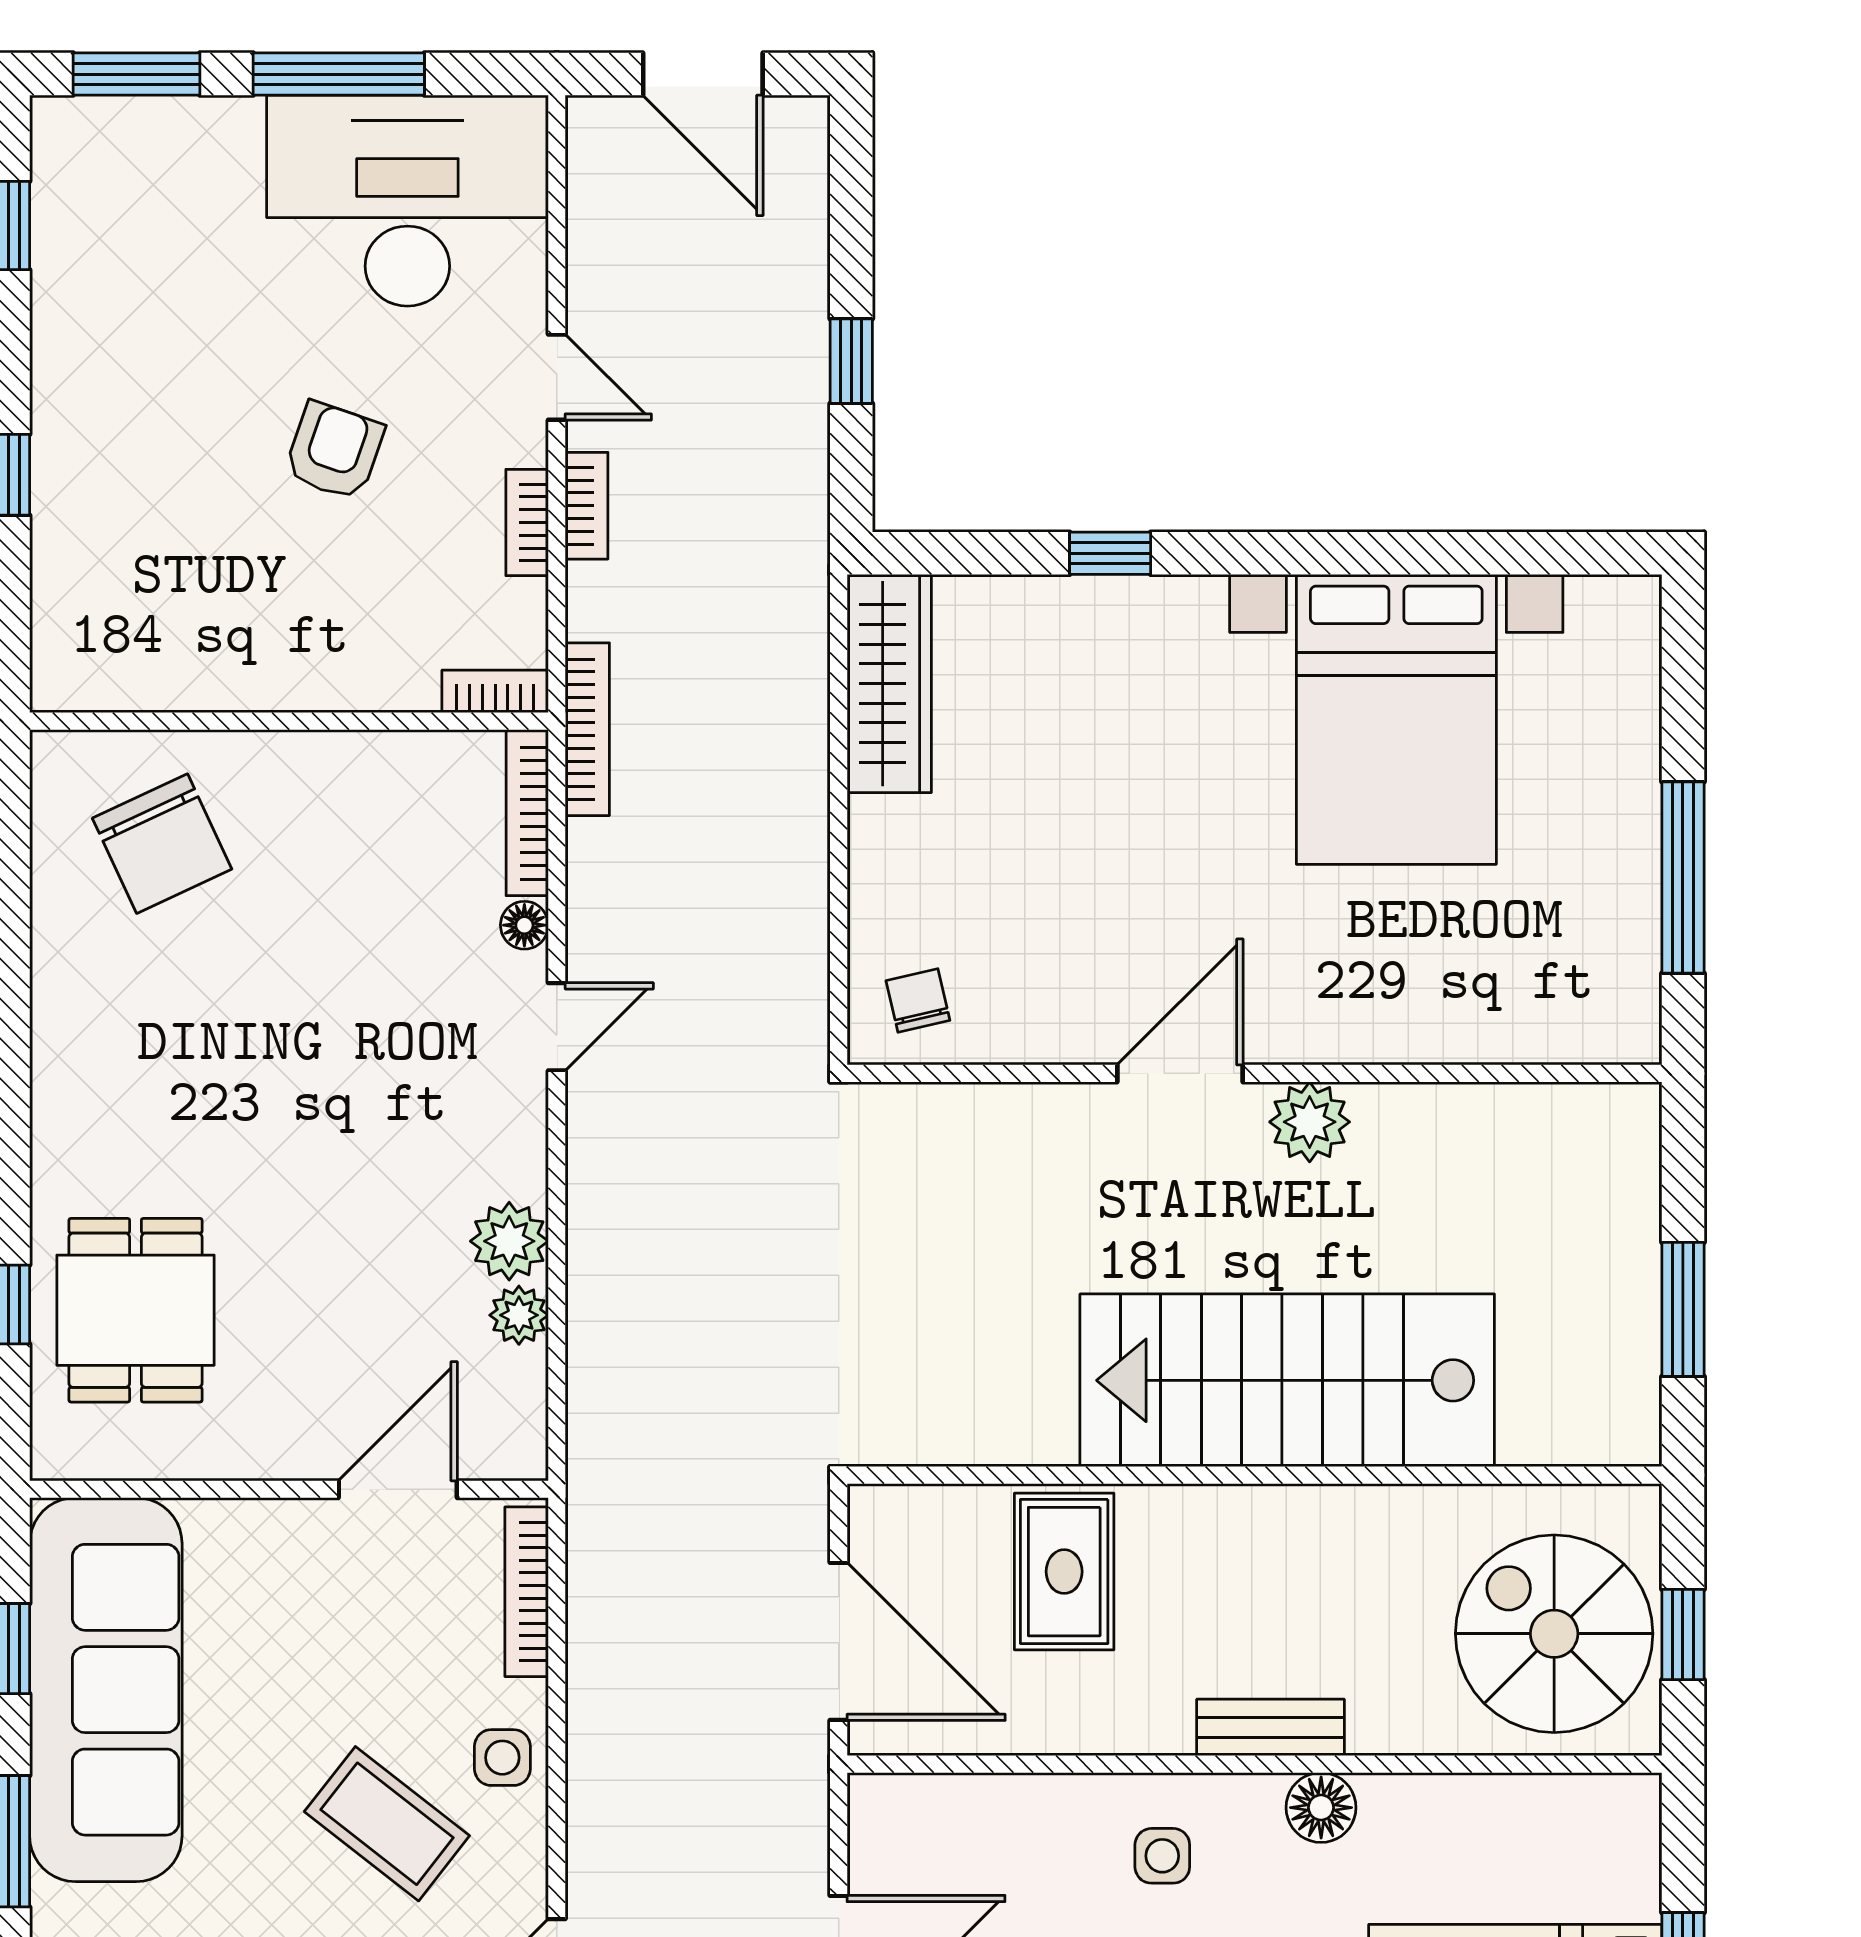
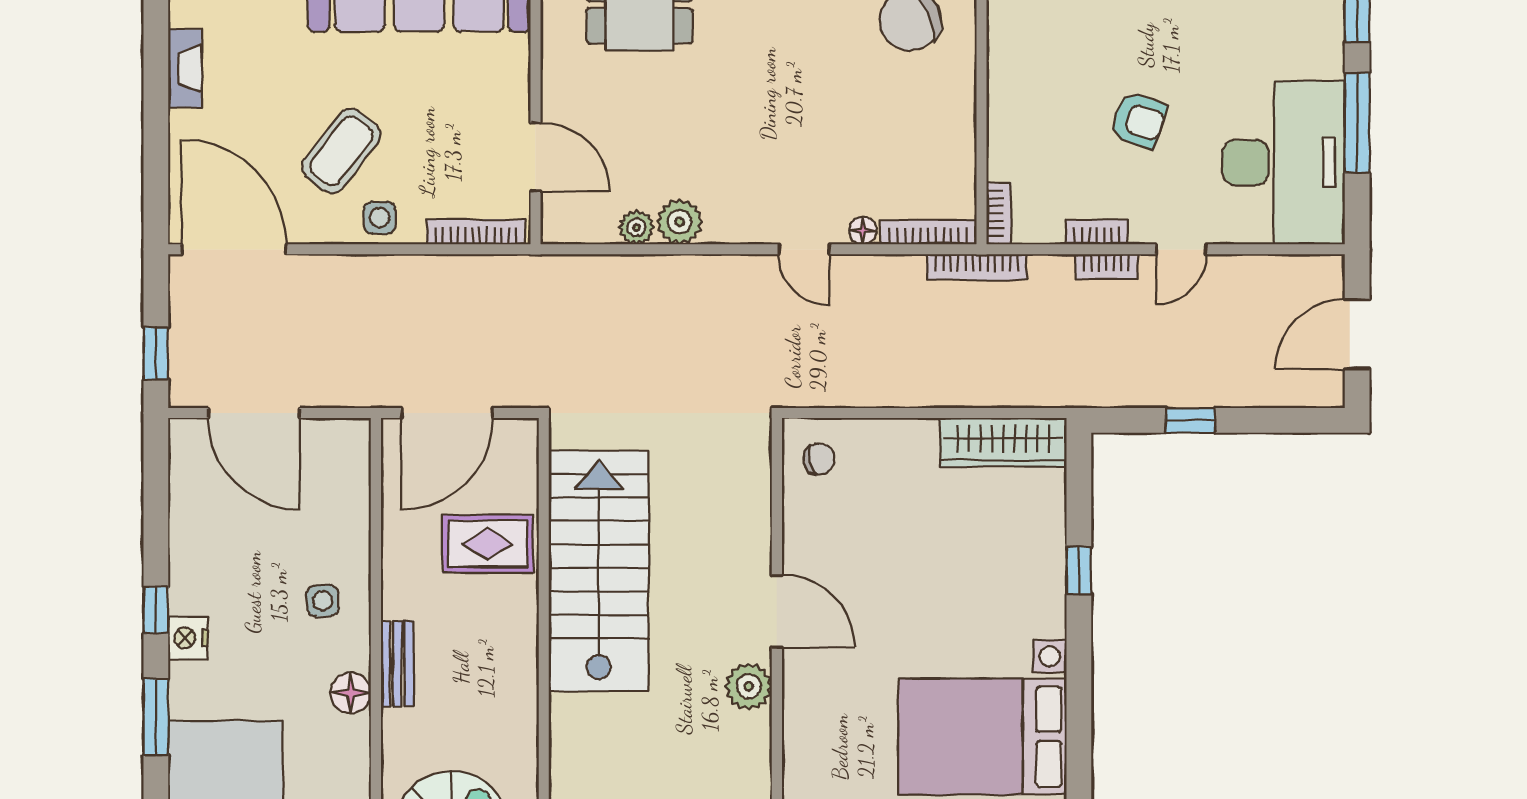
stairs: (1287, 1380) -> (599, 571), moved

